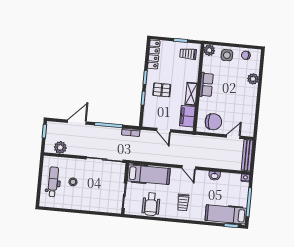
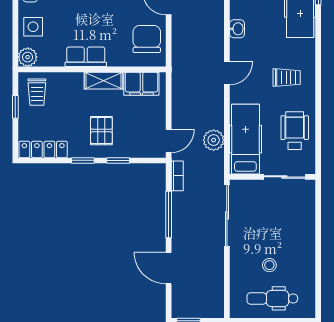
door: (164, 130) -> (169, 141), moved
plant: (60, 147) -> (214, 140), moved
wheelchair: (151, 204) -> (295, 131), turned -90

